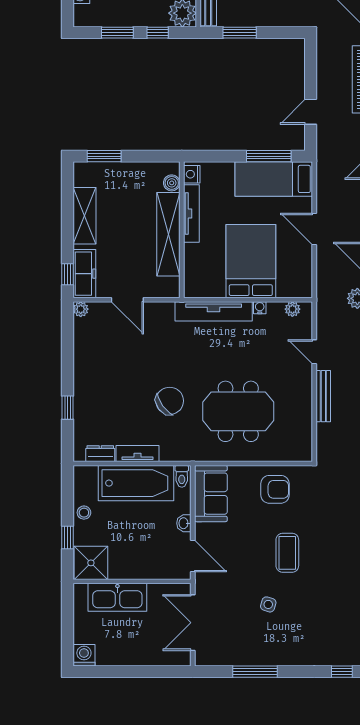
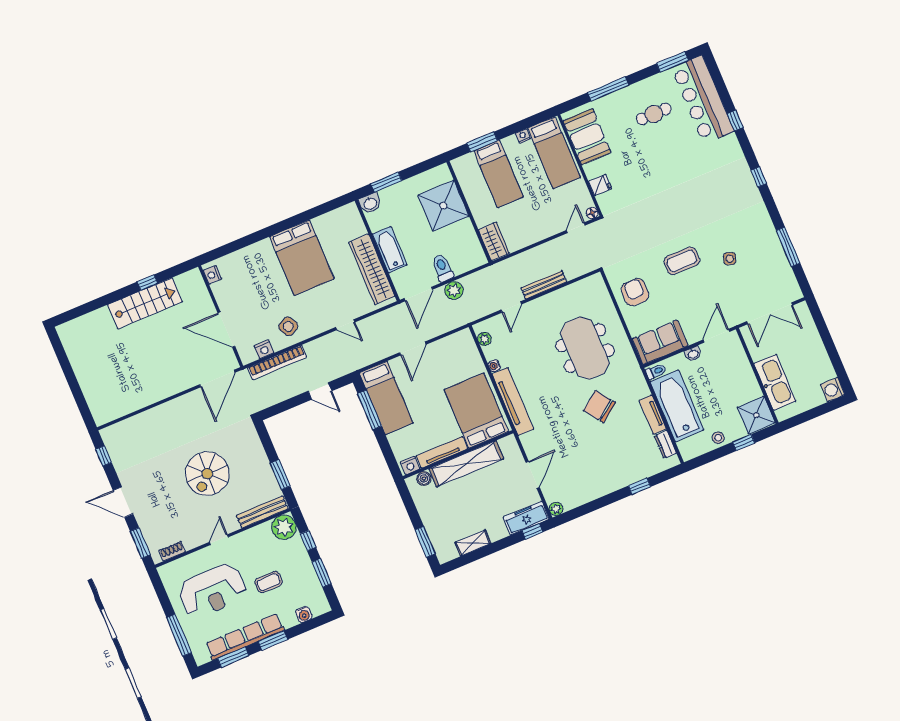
shelving: (84, 216) -> (473, 543), width x0.67, depth x0.75
bed: (251, 261) -> (476, 411), moved, turned 90

